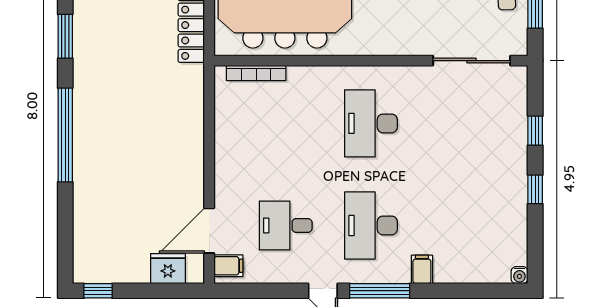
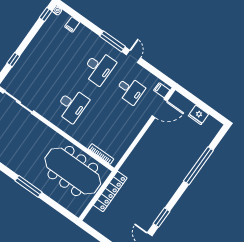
window: (65, 135) -> (198, 166), moved
window: (535, 189) -> (46, 14), moved
fridge: (168, 269) -> (198, 115), moved
filing cabinet: (422, 269) -> (72, 24), moved
window: (98, 291) -> (216, 115), removed

